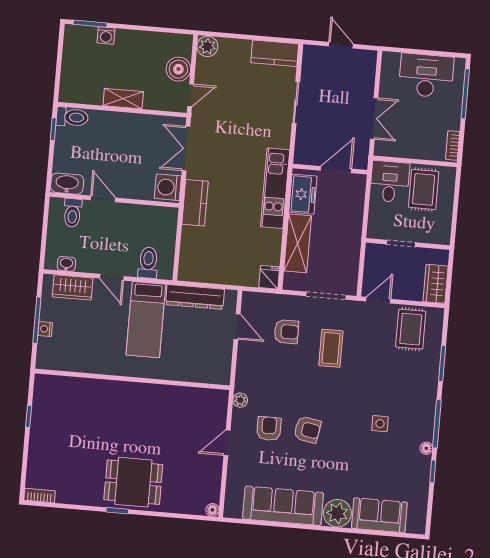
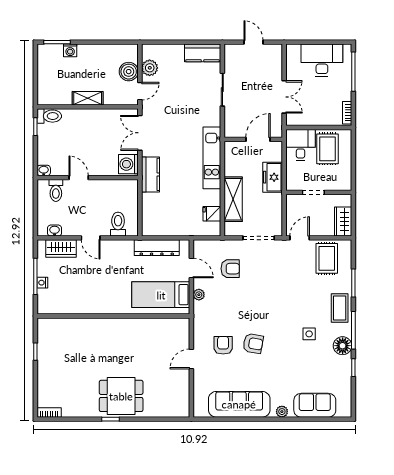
plant: (207, 46) -> (150, 68), moved
washbasin: (67, 184) -> (44, 170), width x0.52, depth x0.69
freezer: (303, 194) -> (273, 177), moved, turned 180
fridge: (269, 277) -> (212, 214), moved, turned -90
bed: (146, 320) -> (161, 295), moved, turned 90
coffee table: (331, 348) -> (340, 308), moved
plant: (240, 400) -> (199, 295), moved
floor lamp: (426, 448) -> (343, 346), width x1.89, depth x1.89
floor lamp: (212, 510) -> (185, 412), removed
plant: (337, 513) -> (282, 412), width x0.53, depth x0.53

